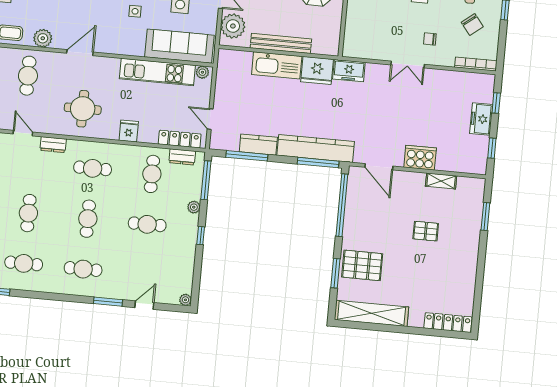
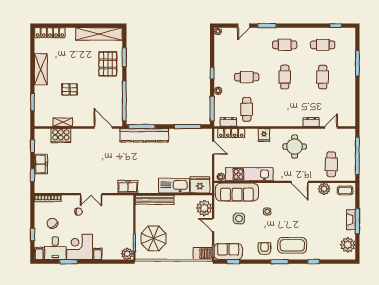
bench: (281, 43) -> (155, 200), moved
door: (80, 53) -> (300, 182), hinge flipped
double door: (408, 65) -> (91, 194), swing flipped
fridge: (317, 70) -> (200, 185), moved
door: (23, 133) -> (331, 127), swing flipped
kitchen counter: (258, 145) -> (181, 134), removed
cooker: (420, 158) -> (61, 136), moved
cafe table: (93, 168) -> (285, 109), removed
pallet: (362, 265) -> (108, 64), turned 90
shelving: (468, 267) -> (41, 69), added

